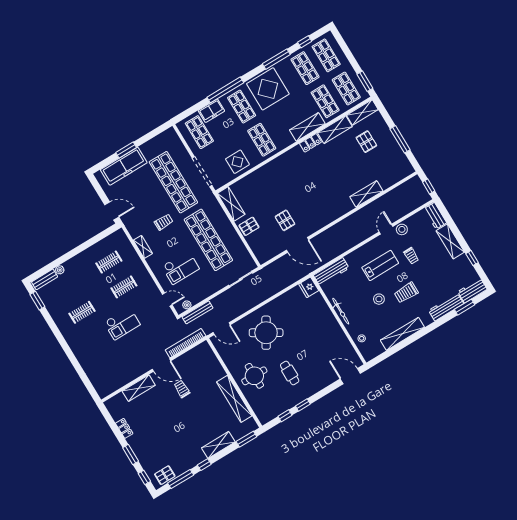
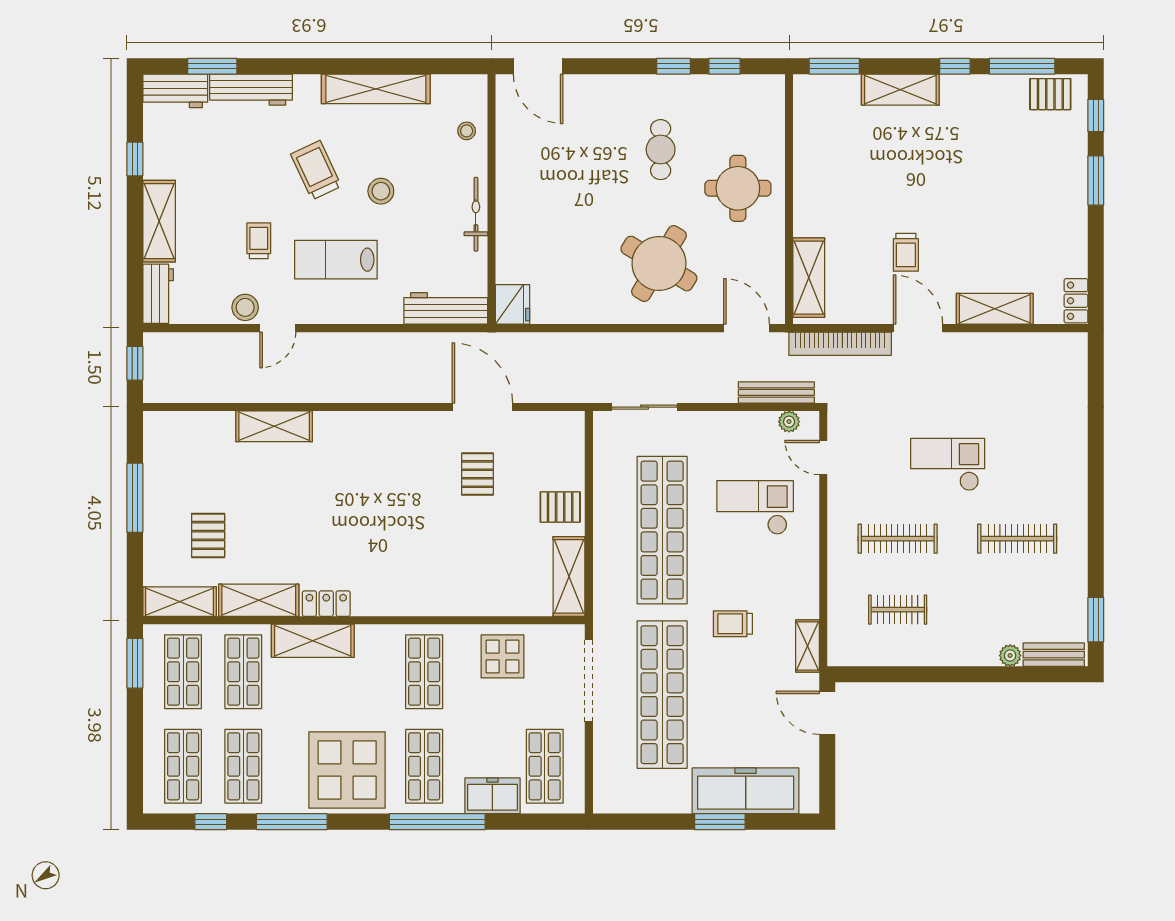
shelving: (143, 247) -> (807, 646), moved
clothes rail: (124, 287) -> (898, 539), width x1.36
trolley: (406, 293) -> (316, 170), turned -115
clothes rail: (82, 312) -> (1017, 539), width x1.36
shelving: (234, 399) -> (809, 278), moved, width x0.68
locker: (124, 428) -> (1076, 301), moved

